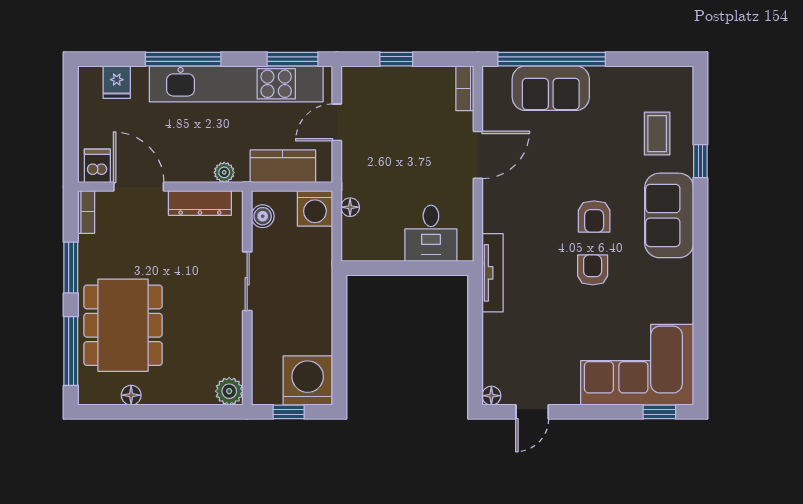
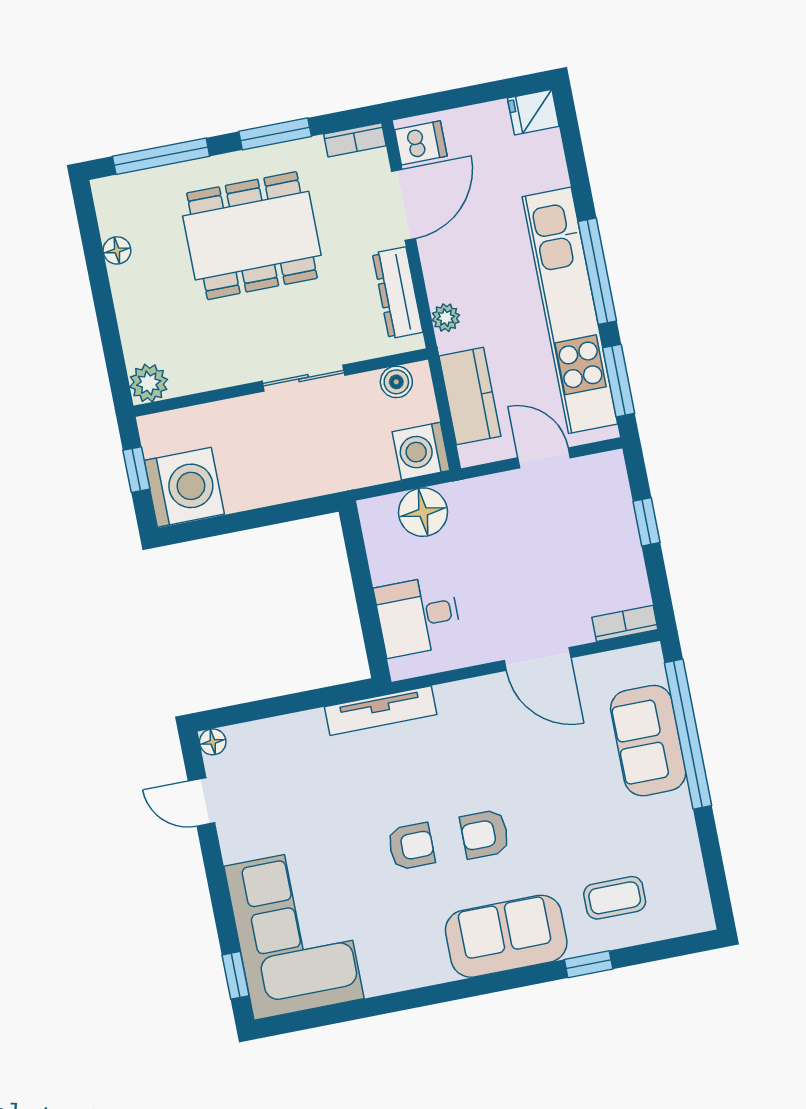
window: (183, 59) -> (597, 271), moved
fridge: (117, 82) -> (533, 112), moved
floor lamp: (350, 207) -> (423, 512), width x1.89, depth x1.89
dining table: (123, 325) -> (252, 236), moved

